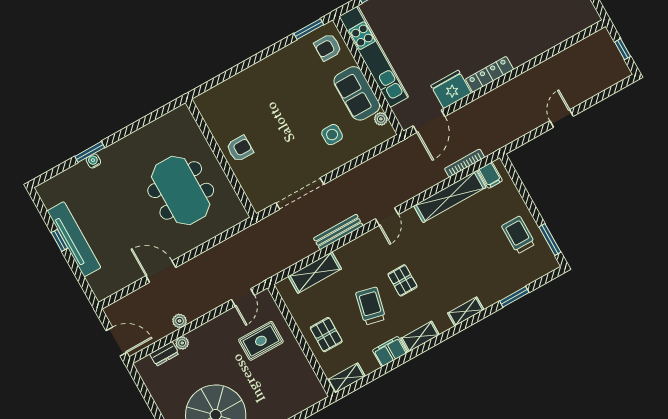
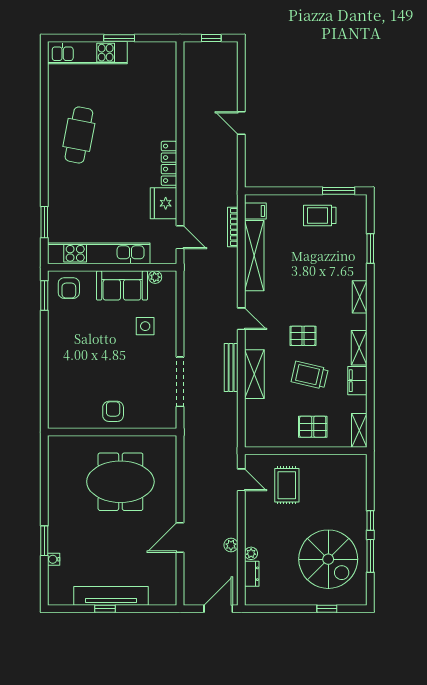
door: (429, 121) -> (180, 237), width x0.73
water cooler: (93, 161) -> (54, 559), moved
shelving: (315, 273) -> (254, 374), moved

